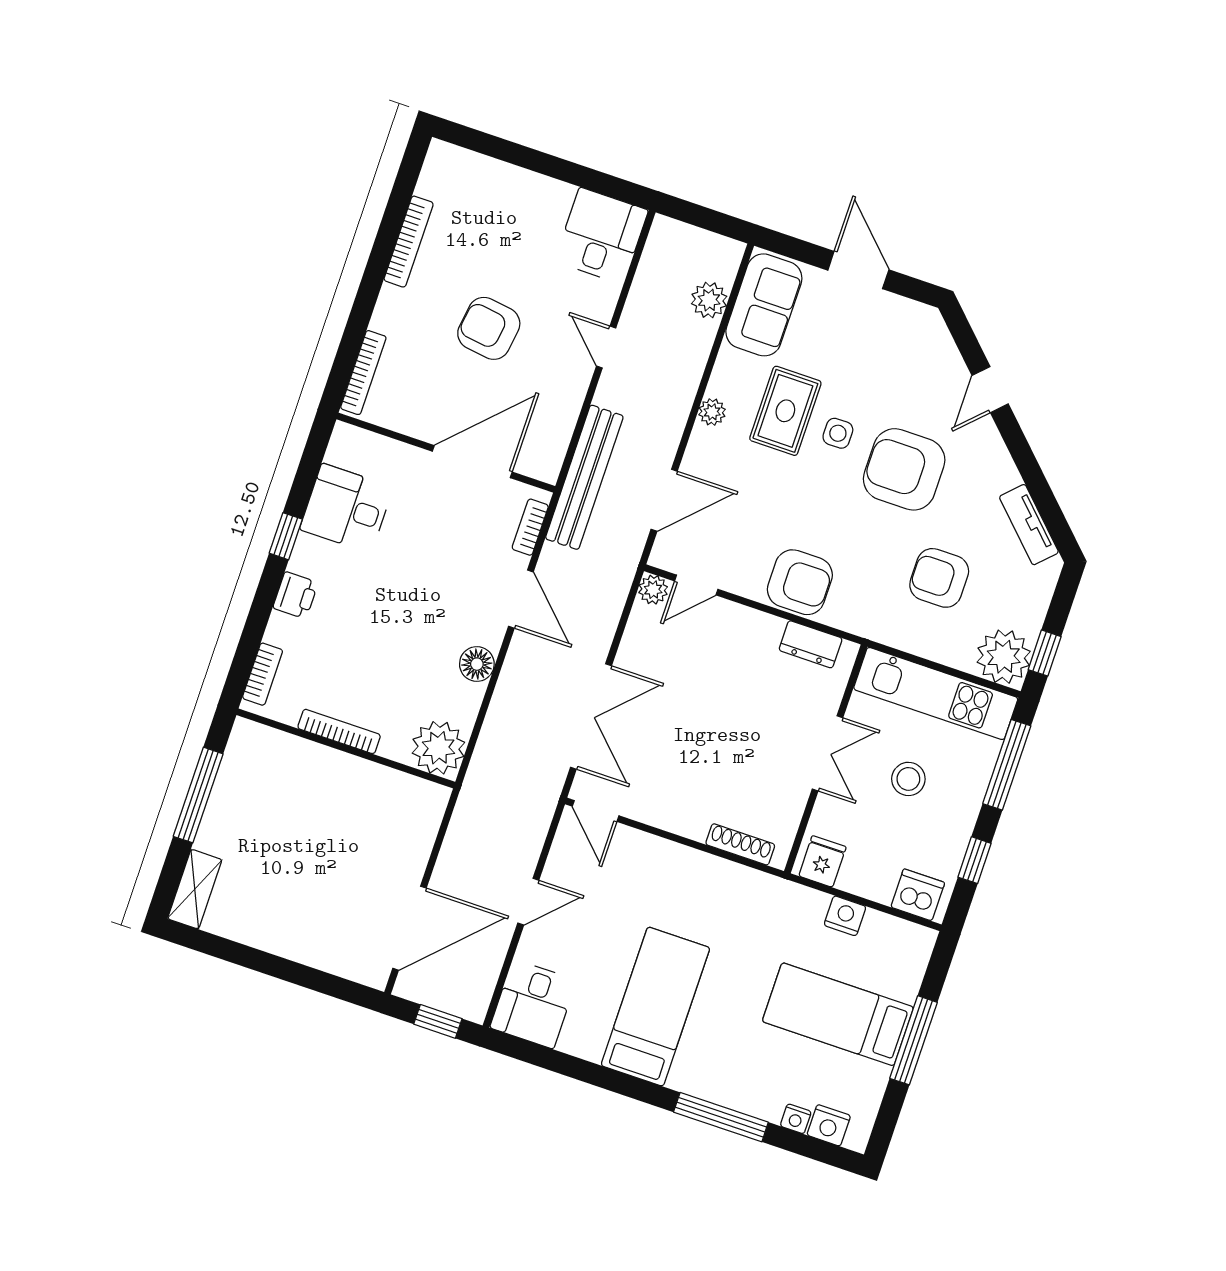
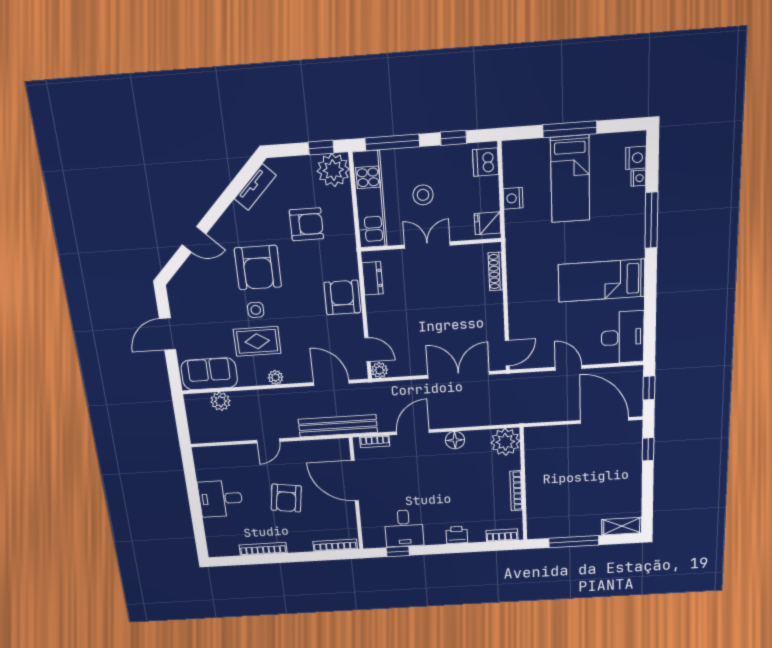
desk: (601, 236) -> (220, 499), moved
window: (286, 536) -> (398, 551), moved
armchair: (939, 578) -> (306, 224), turned -90
window: (325, 983) -> (648, 449), added
desk: (533, 1004) -> (623, 337), width x1.37

